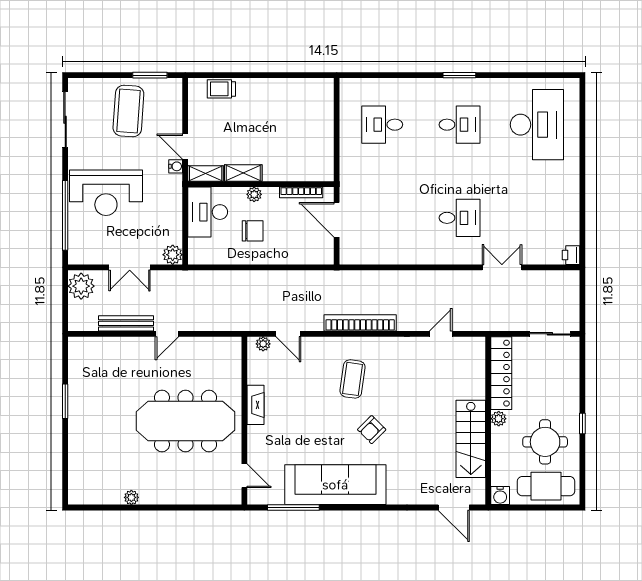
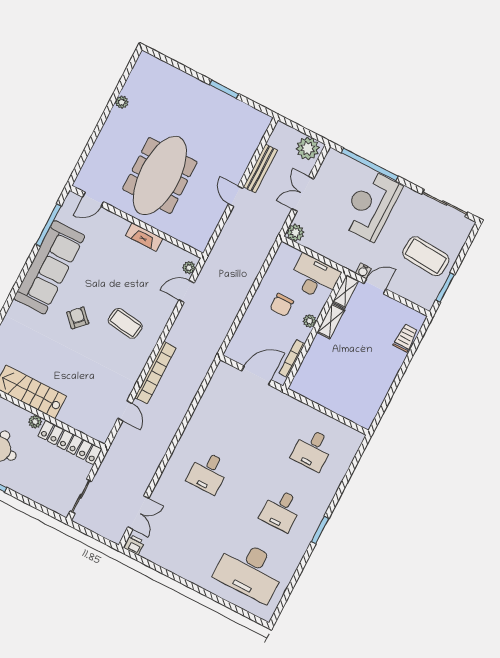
desk: (382, 125) -> (312, 450), turned 180
double door: (502, 267) -> (138, 513), moved
bookcase: (360, 323) -> (155, 373), moved

